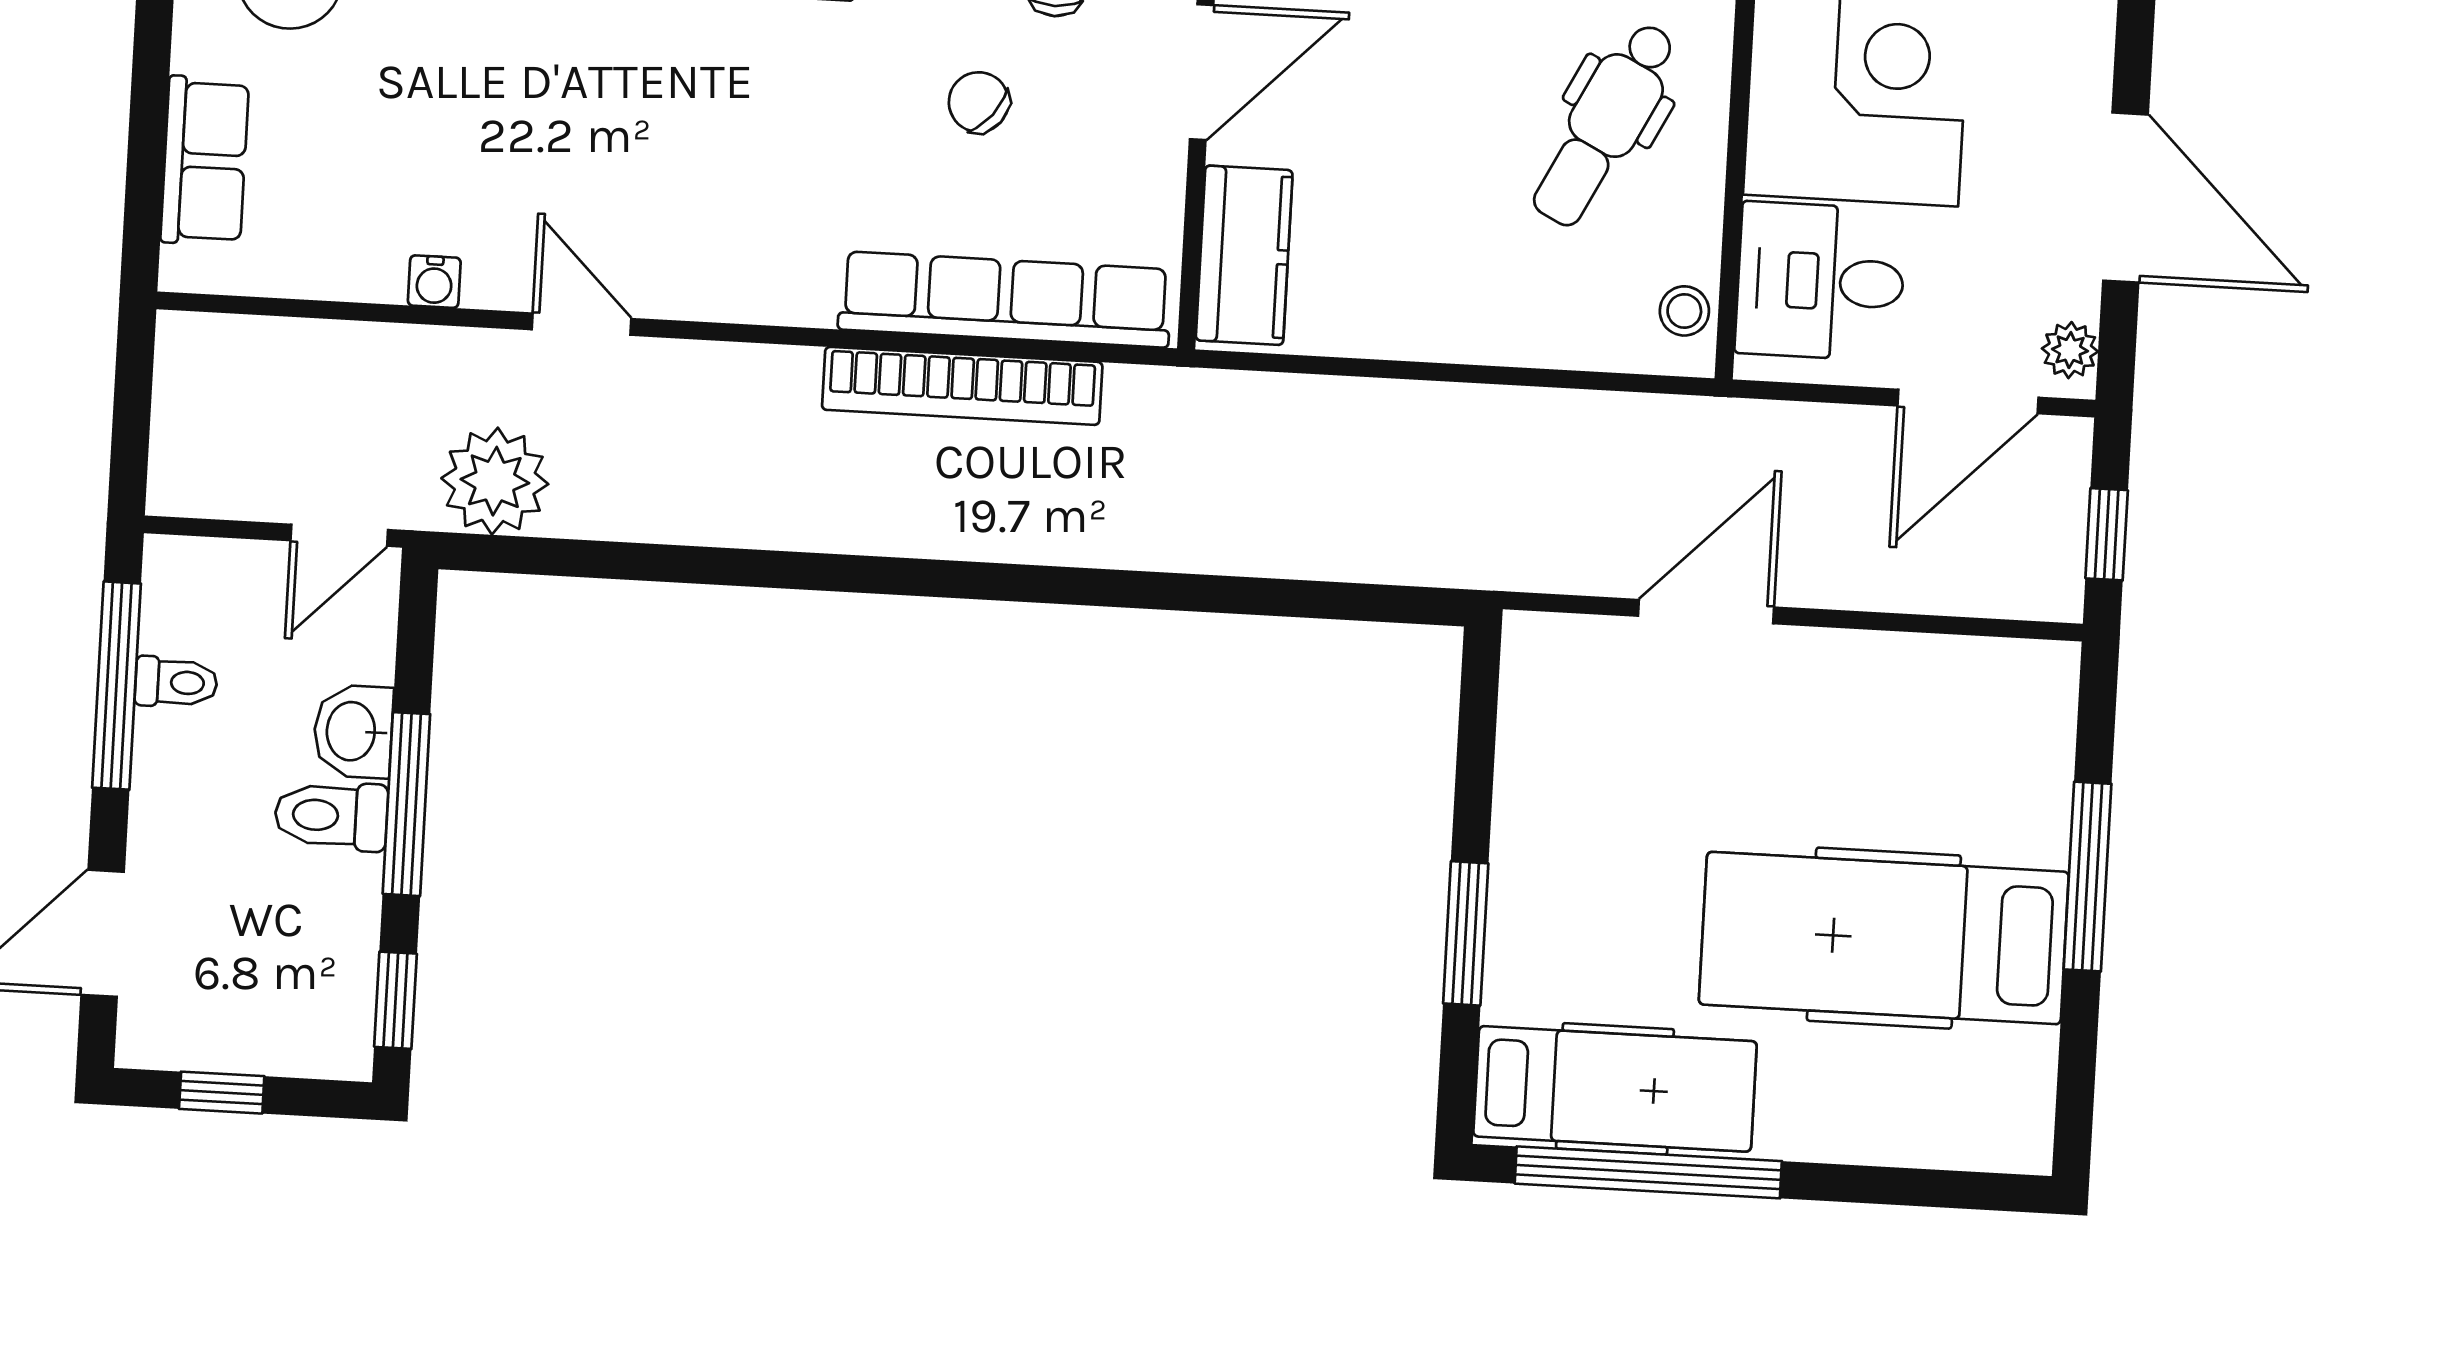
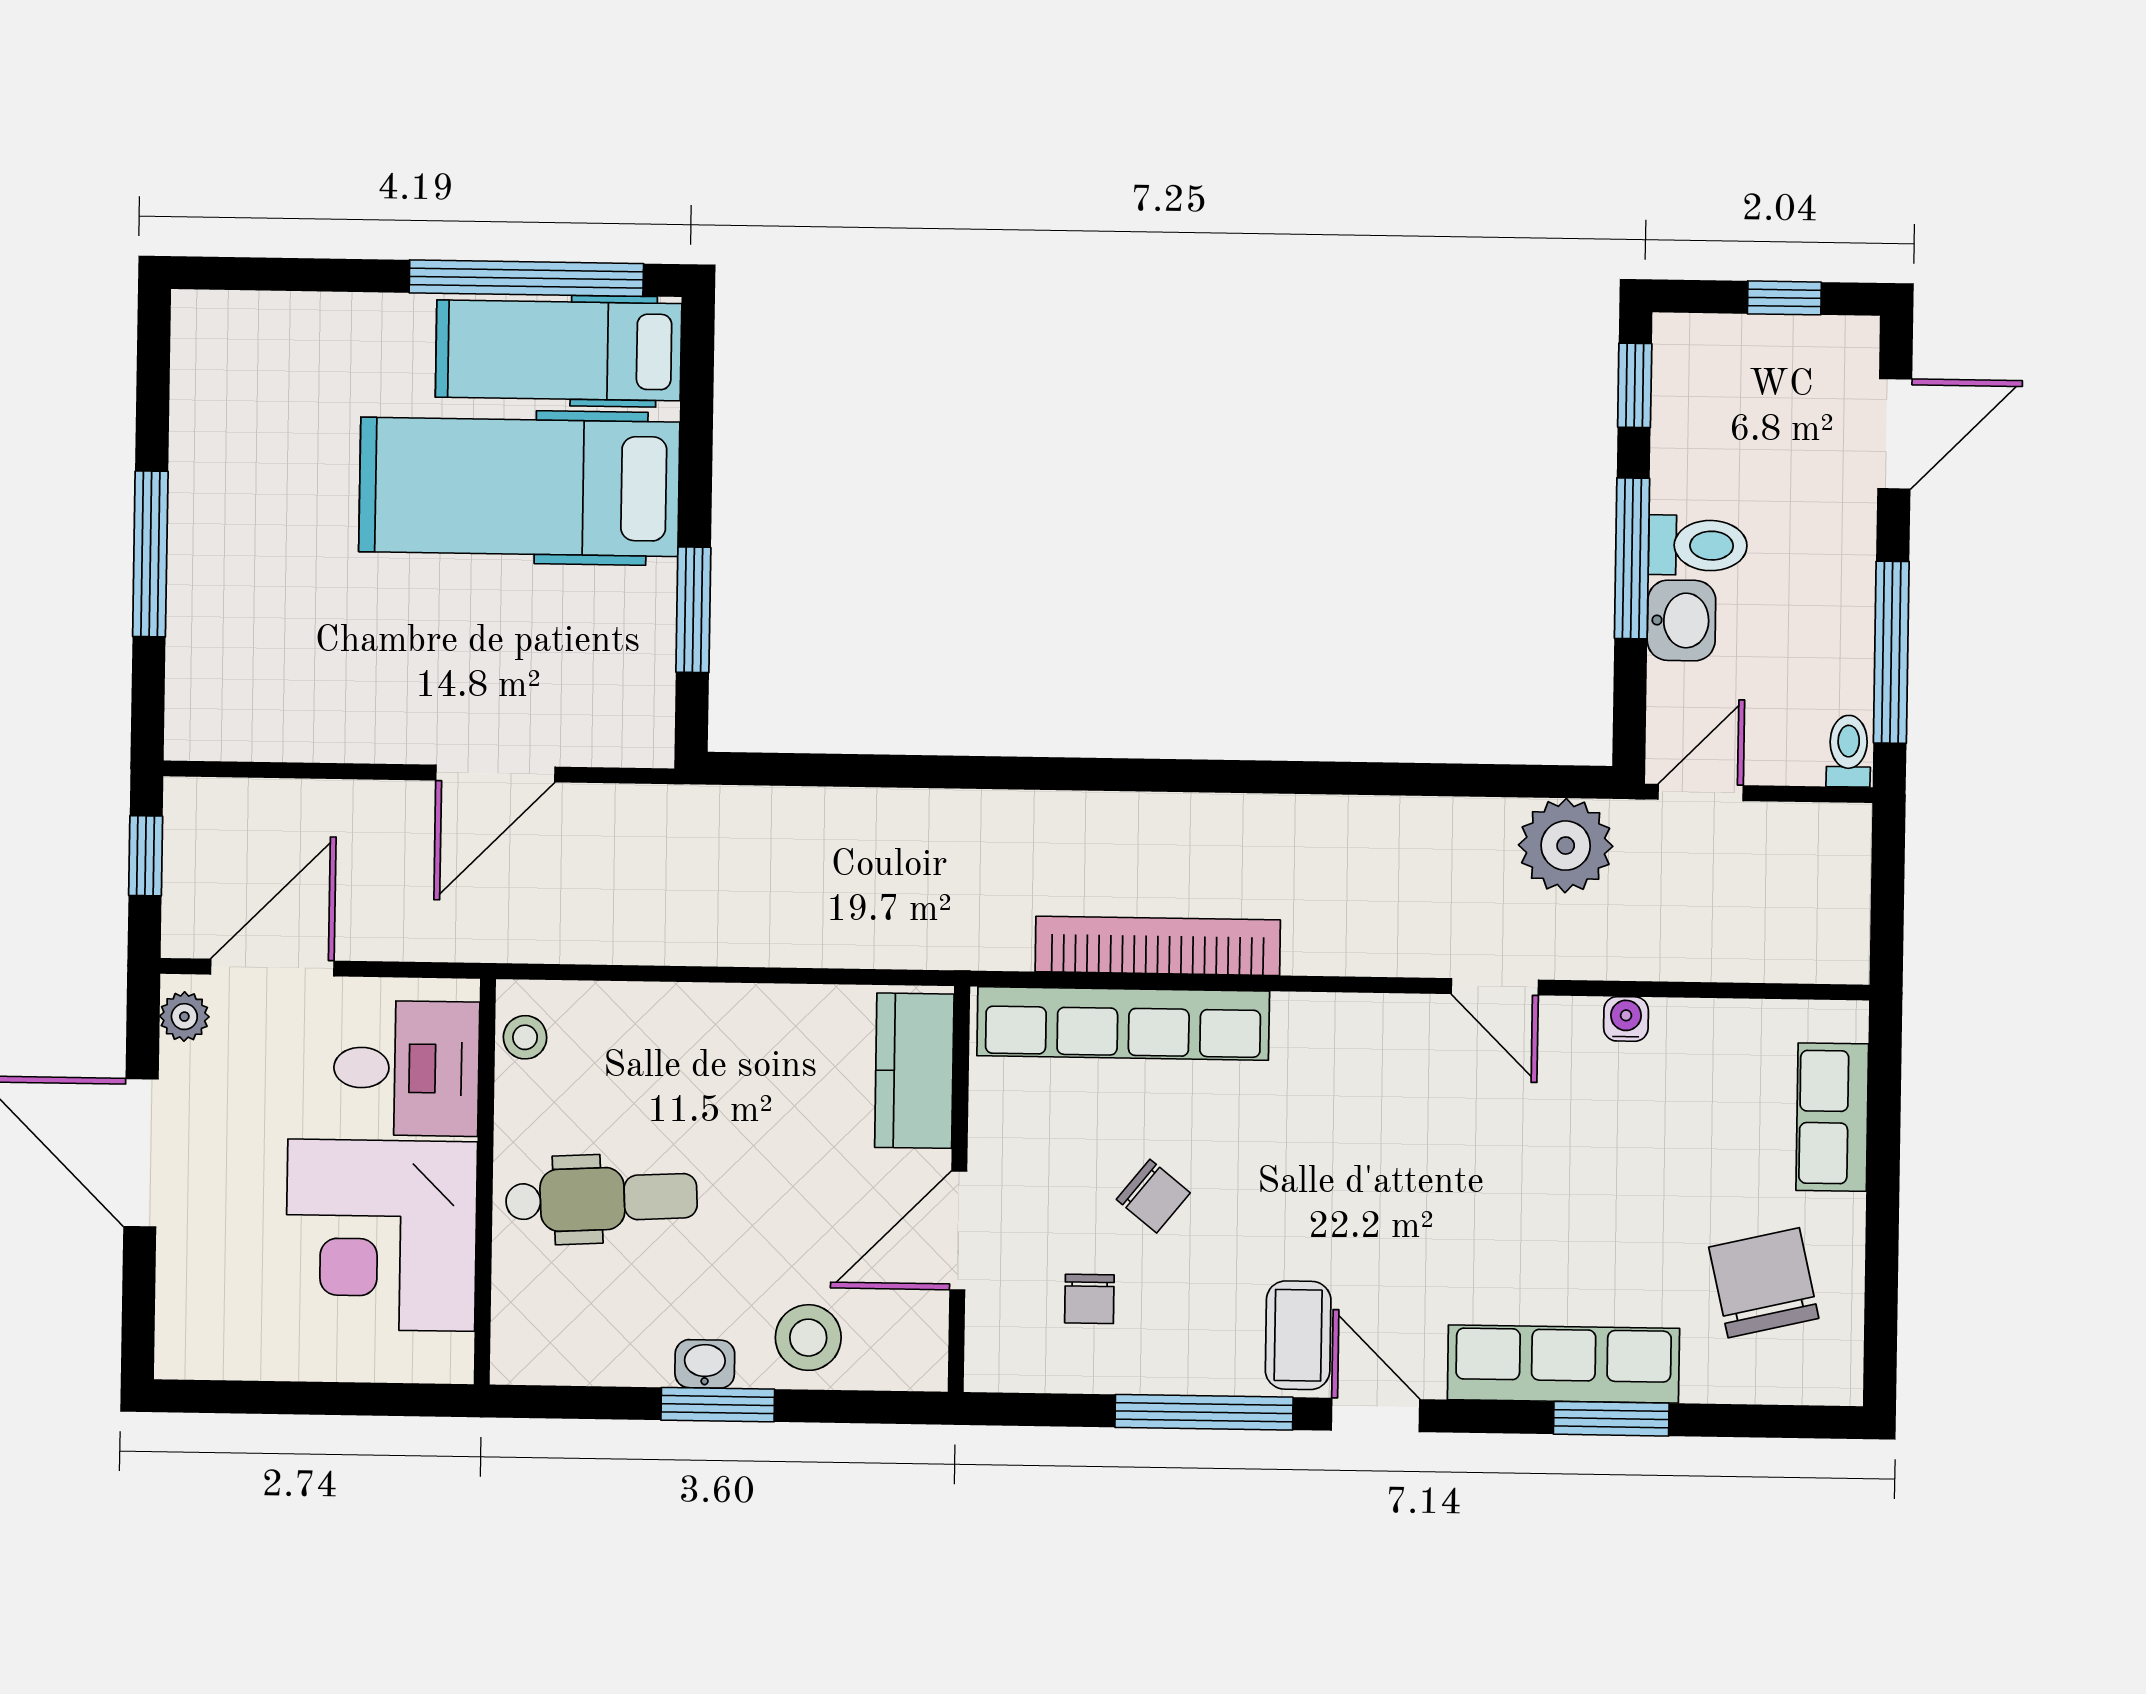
dental chair: (1605, 124) -> (601, 1199), turned 60
toilet: (176, 682) -> (1849, 751), moved, turned 90
window: (1466, 933) -> (693, 610), moved
hospital bed: (1884, 938) -> (519, 487), moved, turned 180

